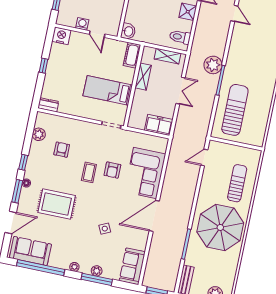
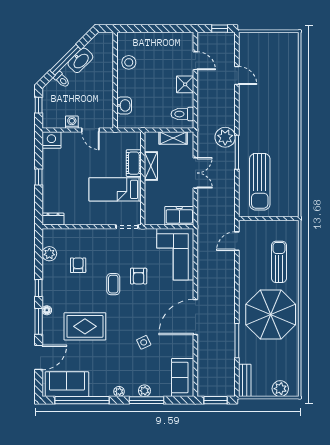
washbasin: (128, 31) -> (124, 105), moved
cot: (132, 55) -> (134, 163), moved
sun lounger: (235, 110) -> (260, 182), turned 180
corner sofa: (145, 173) -> (175, 254), moved

